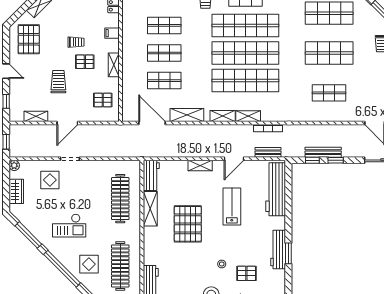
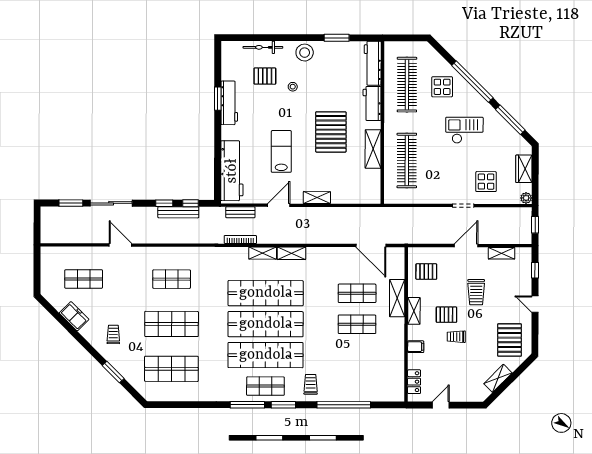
shop shelf: (164, 25) -> (357, 355), removed
shelving: (187, 115) -> (397, 298), moved, turned 90
workbench: (151, 175) -> (372, 103), moved
lab bench: (232, 206) -> (281, 151), turned 180

